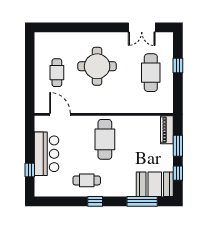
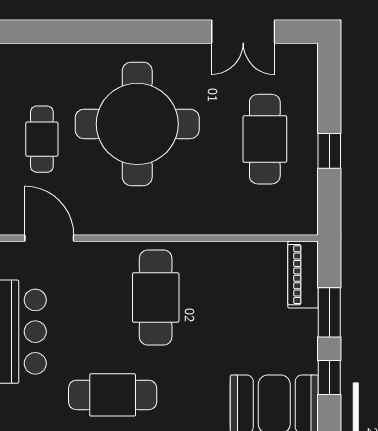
round table: (97, 66) -> (137, 124), width x1.36, depth x1.36
window: (178, 66) -> (329, 151), moved
cafe table: (87, 180) -> (113, 395), width x1.37, depth x1.35

